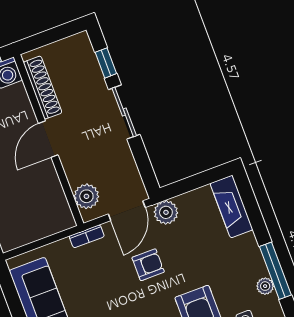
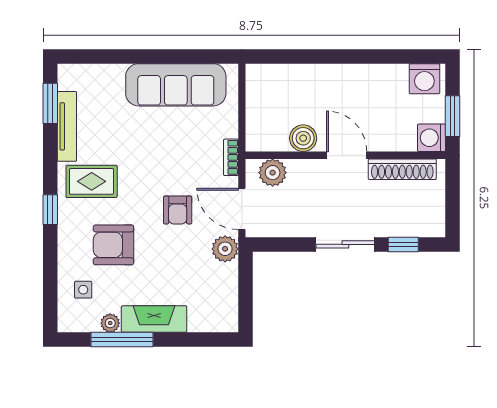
boiler: (48, 181) -> (303, 138), added
fireplace: (232, 206) -> (154, 319), moved

